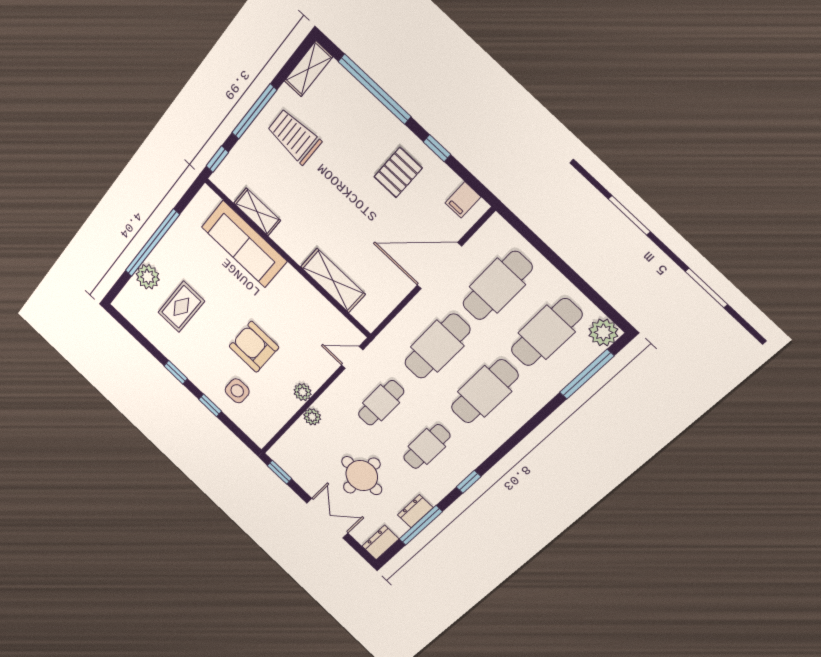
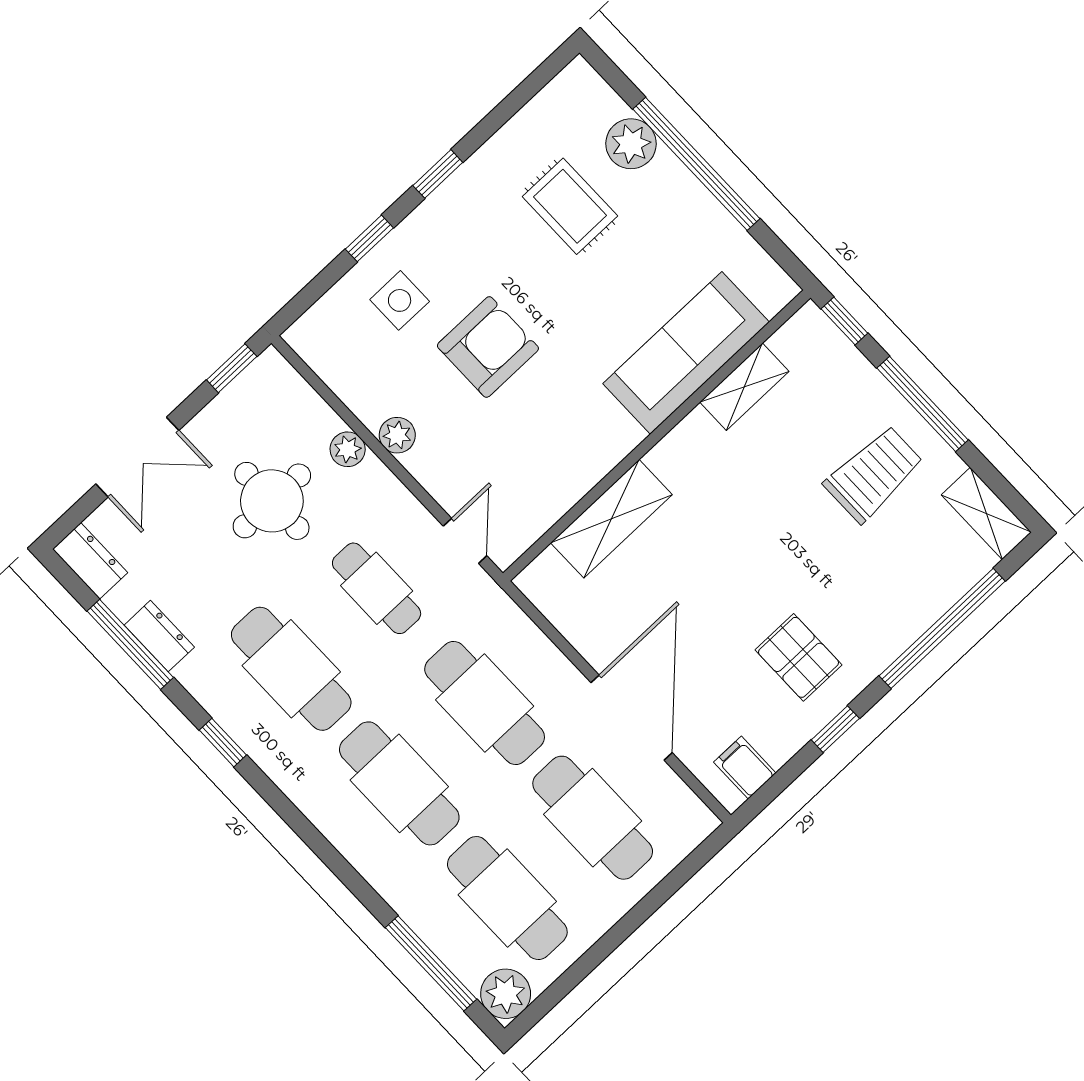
cafe table: (427, 447) -> (291, 669), width x1.37, depth x1.35
round table: (362, 476) -> (272, 501), moved

